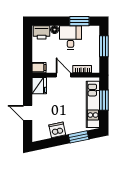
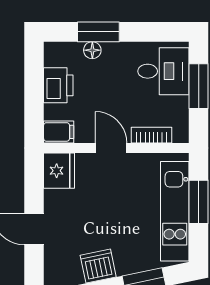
window: (79, 21) -> (98, 32), moved
printer: (42, 32) -> (58, 85), moved, turned -90
desk: (71, 37) -> (163, 71), moved, turned 90

